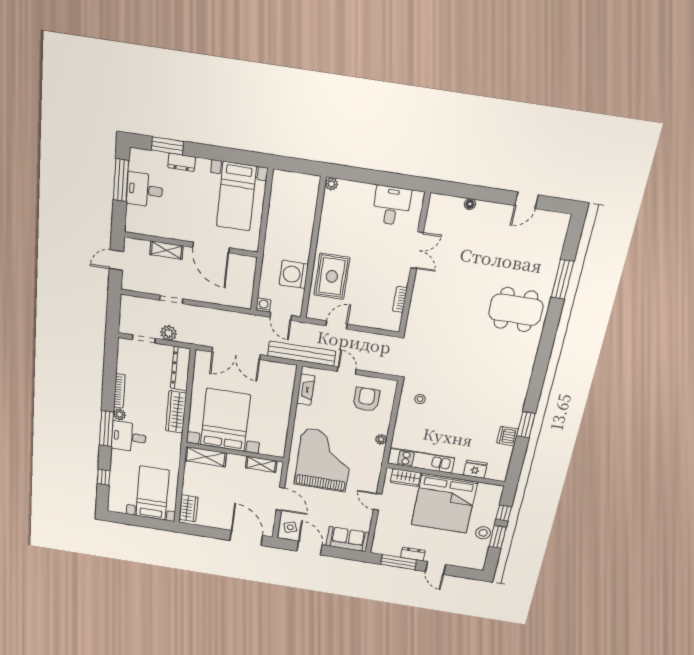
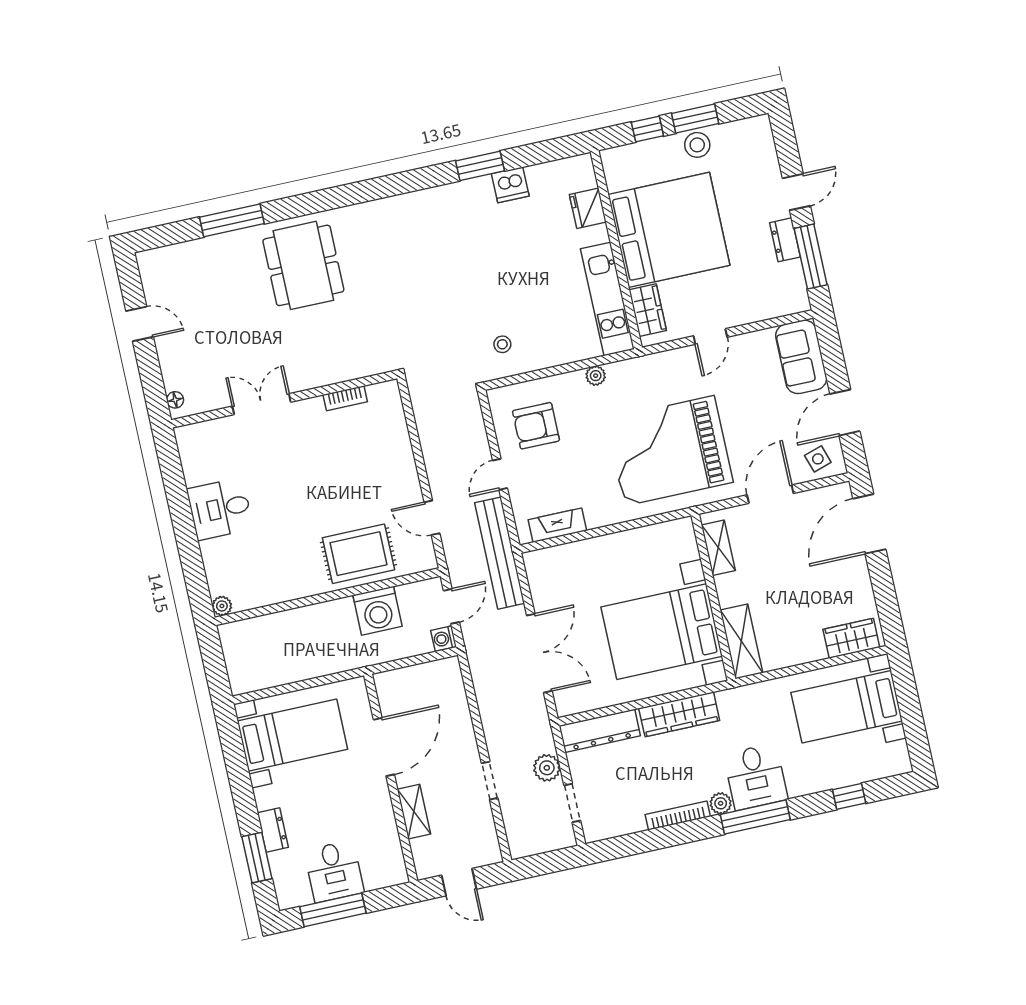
double door: (417, 250) -> (262, 404), moved
wall: (414, 265) -> (284, 399), moved
bookcase: (400, 299) -> (345, 398), moved

